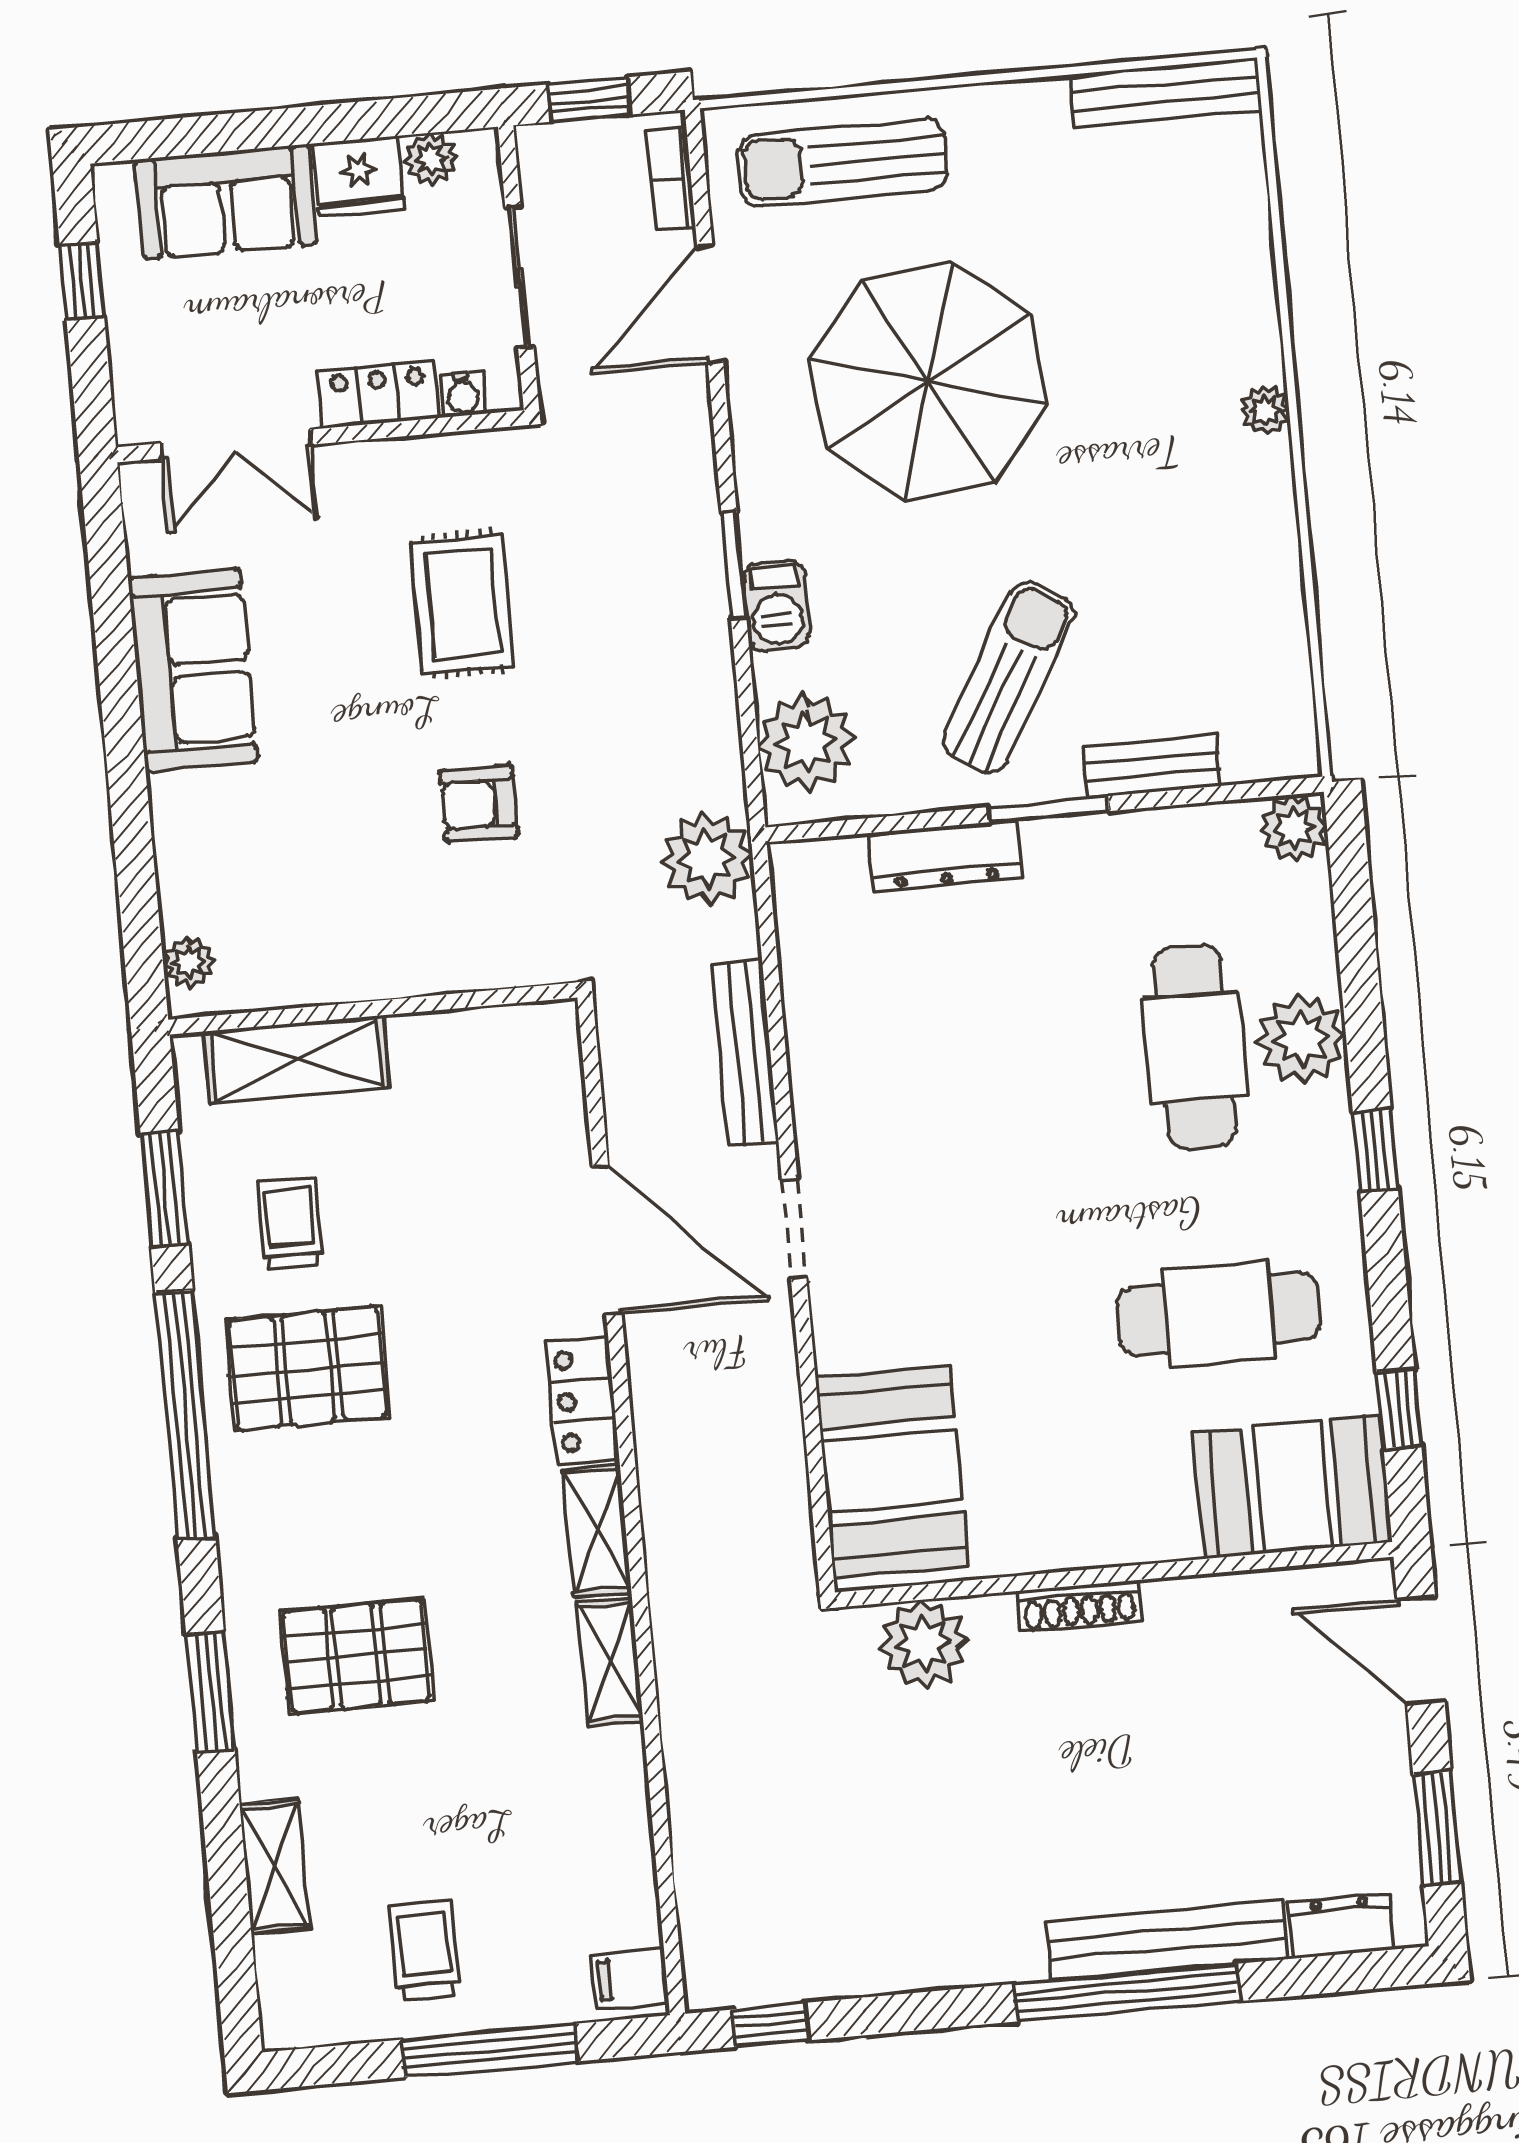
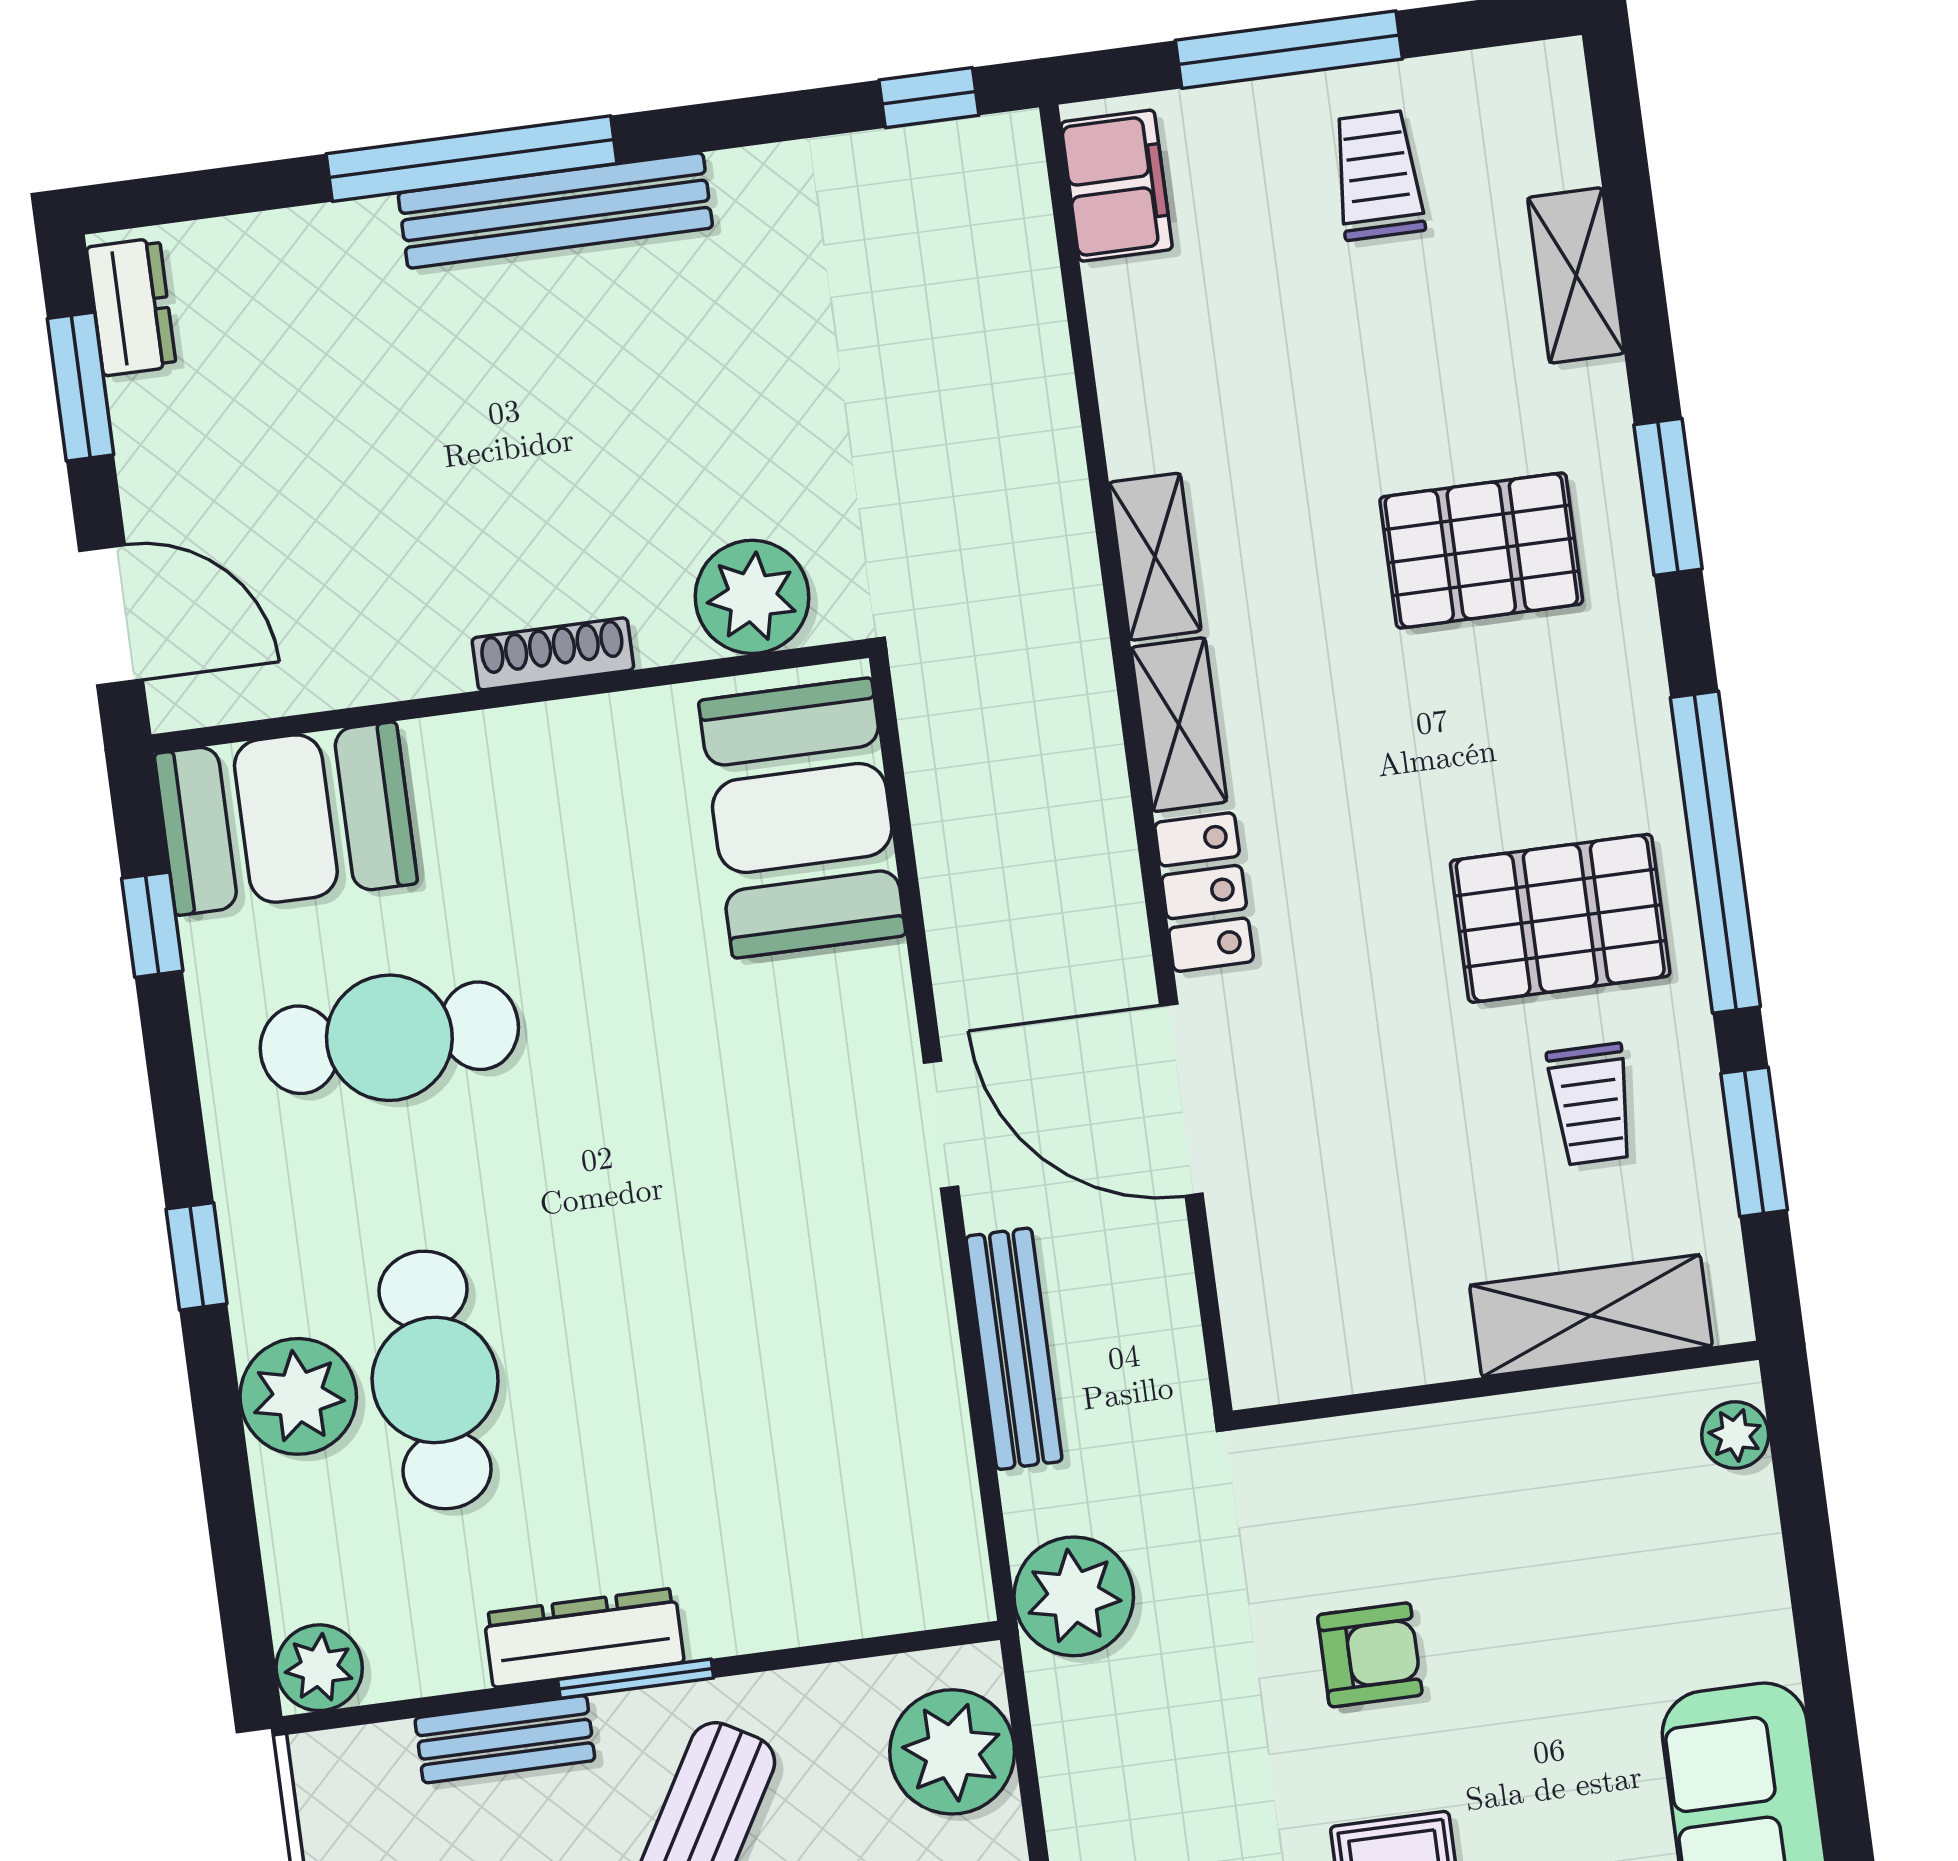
dresser: (945, 855) -> (584, 1638), moved
dresser: (1341, 1926) -> (131, 307), moved, turned -90
bench: (1167, 1940) -> (555, 210), moved
trolley: (425, 1950) -> (1378, 175), turned 180
filing cabinet: (630, 1978) -> (1117, 186), width x2.00

